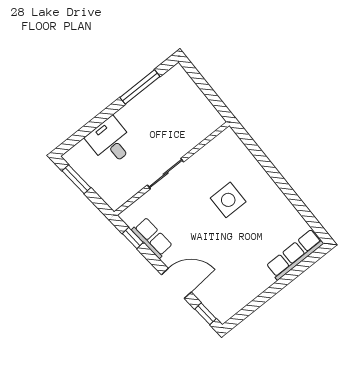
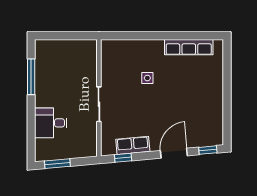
side table: (228, 200) -> (147, 78), width x0.54, depth x0.54
row of seats: (295, 254) -> (189, 47), moved, turned -90

